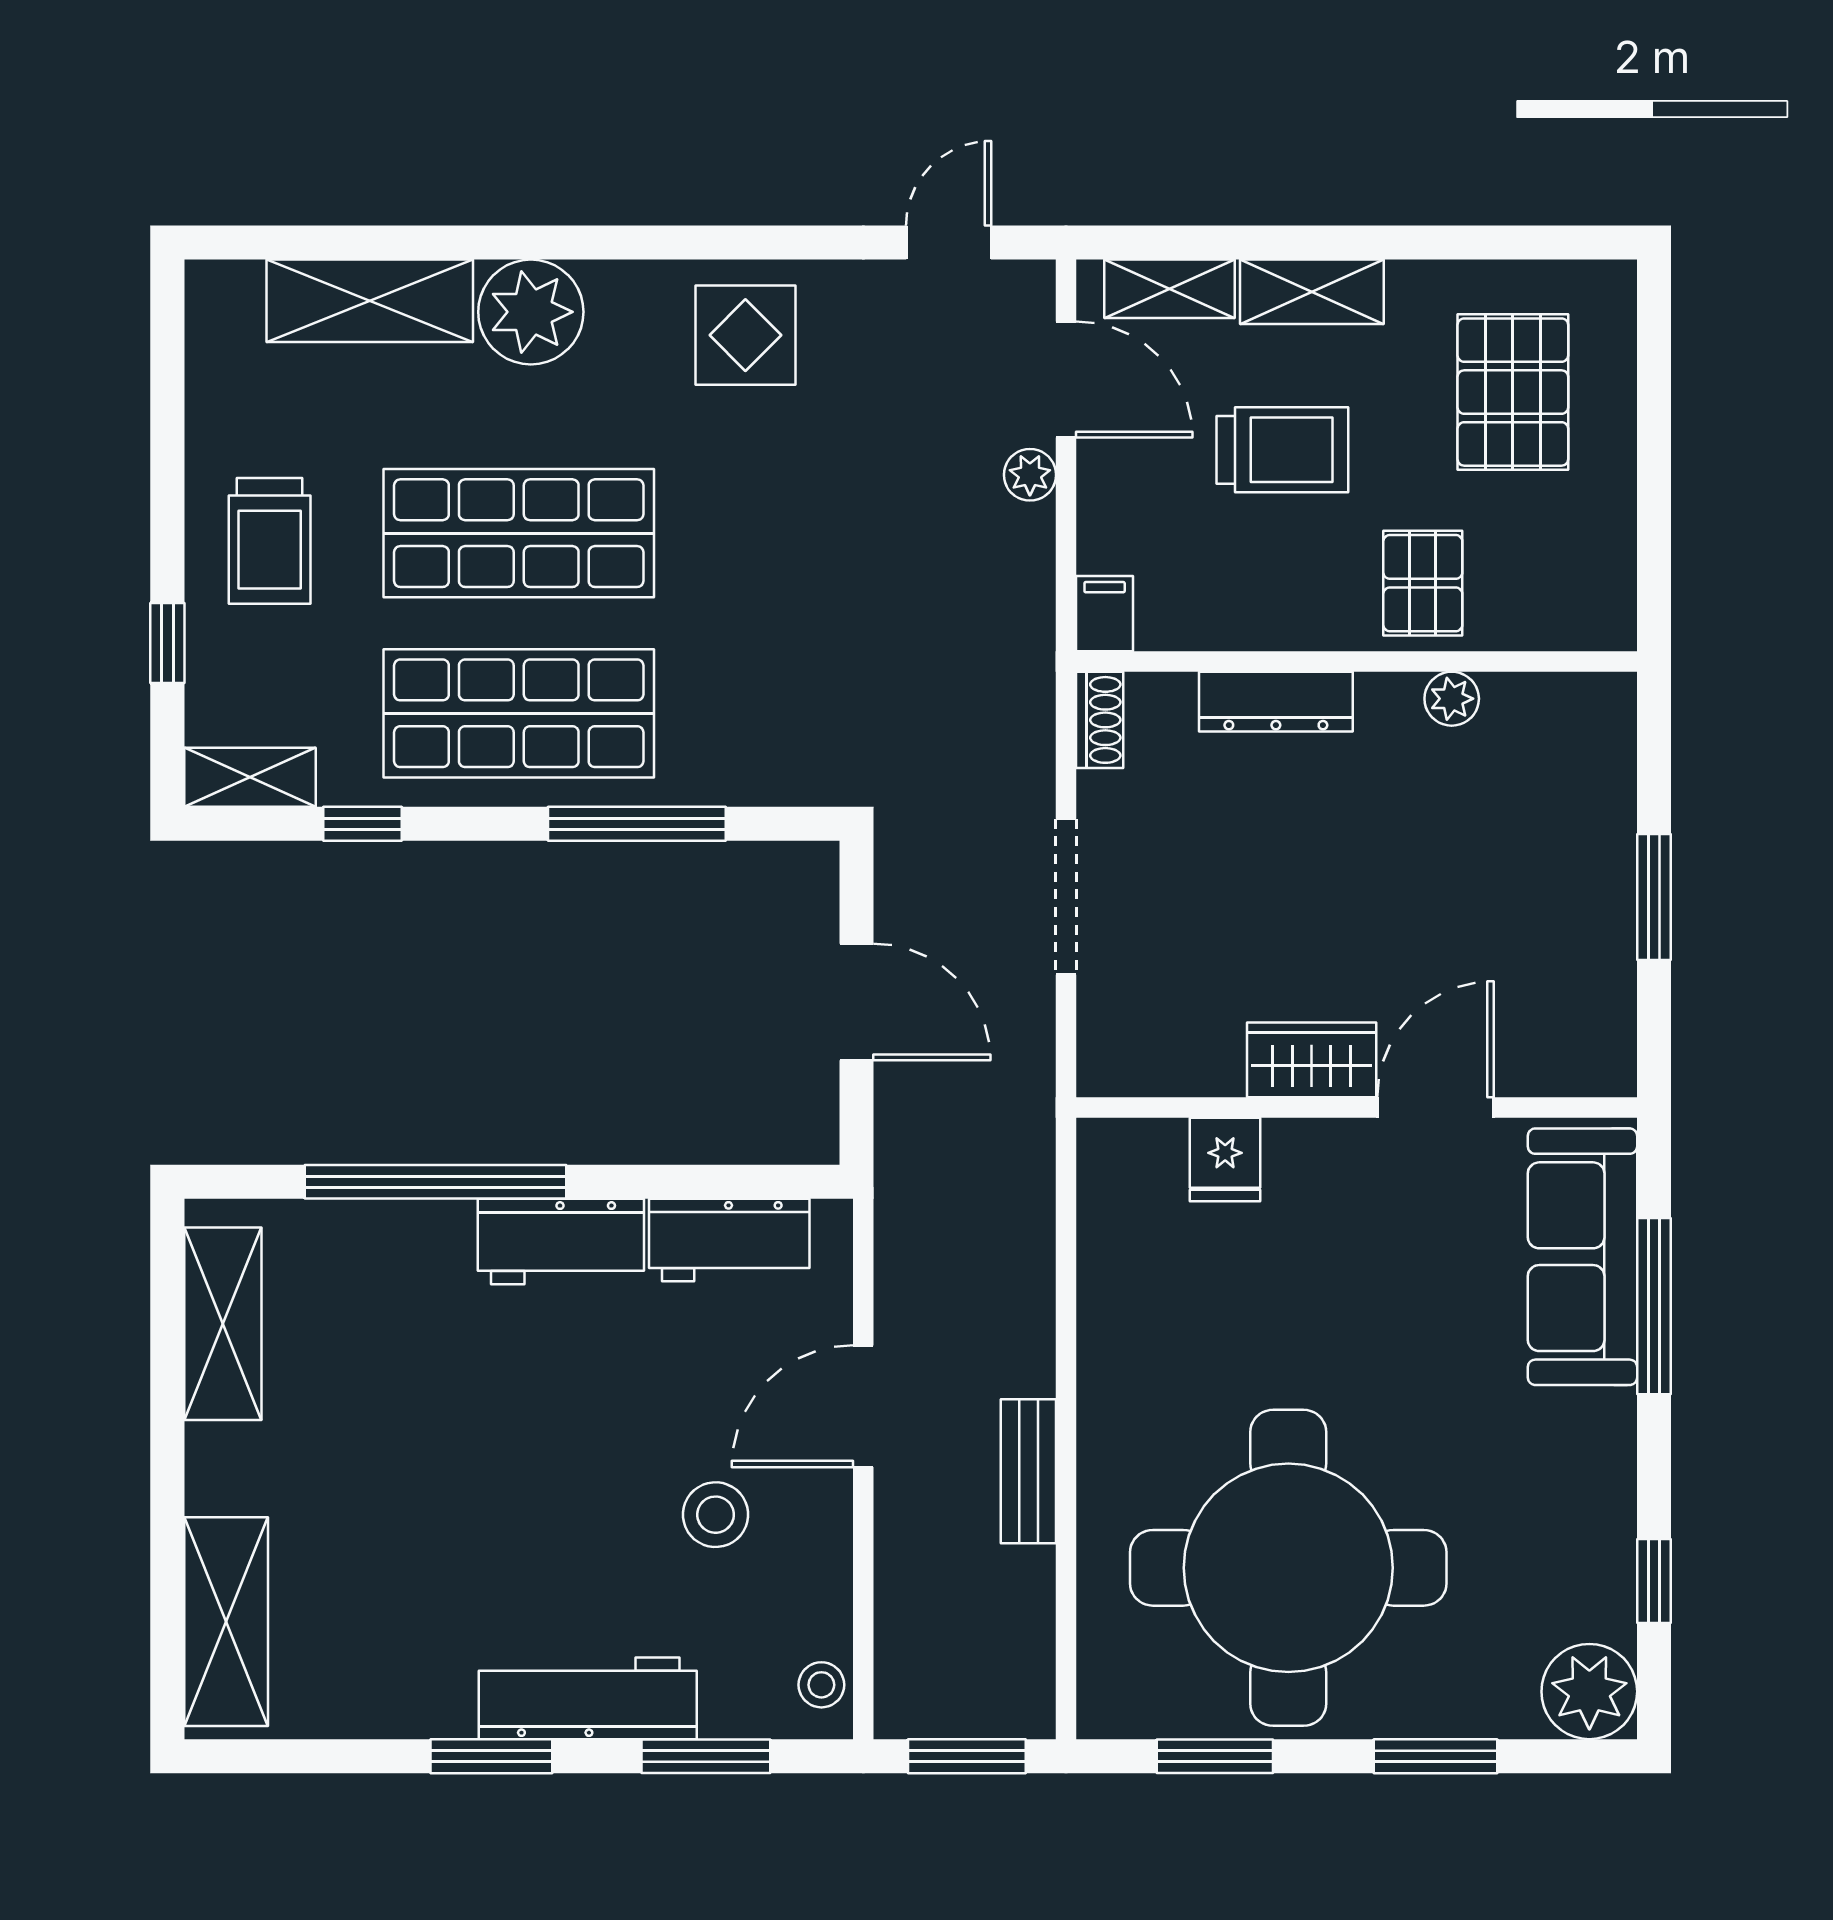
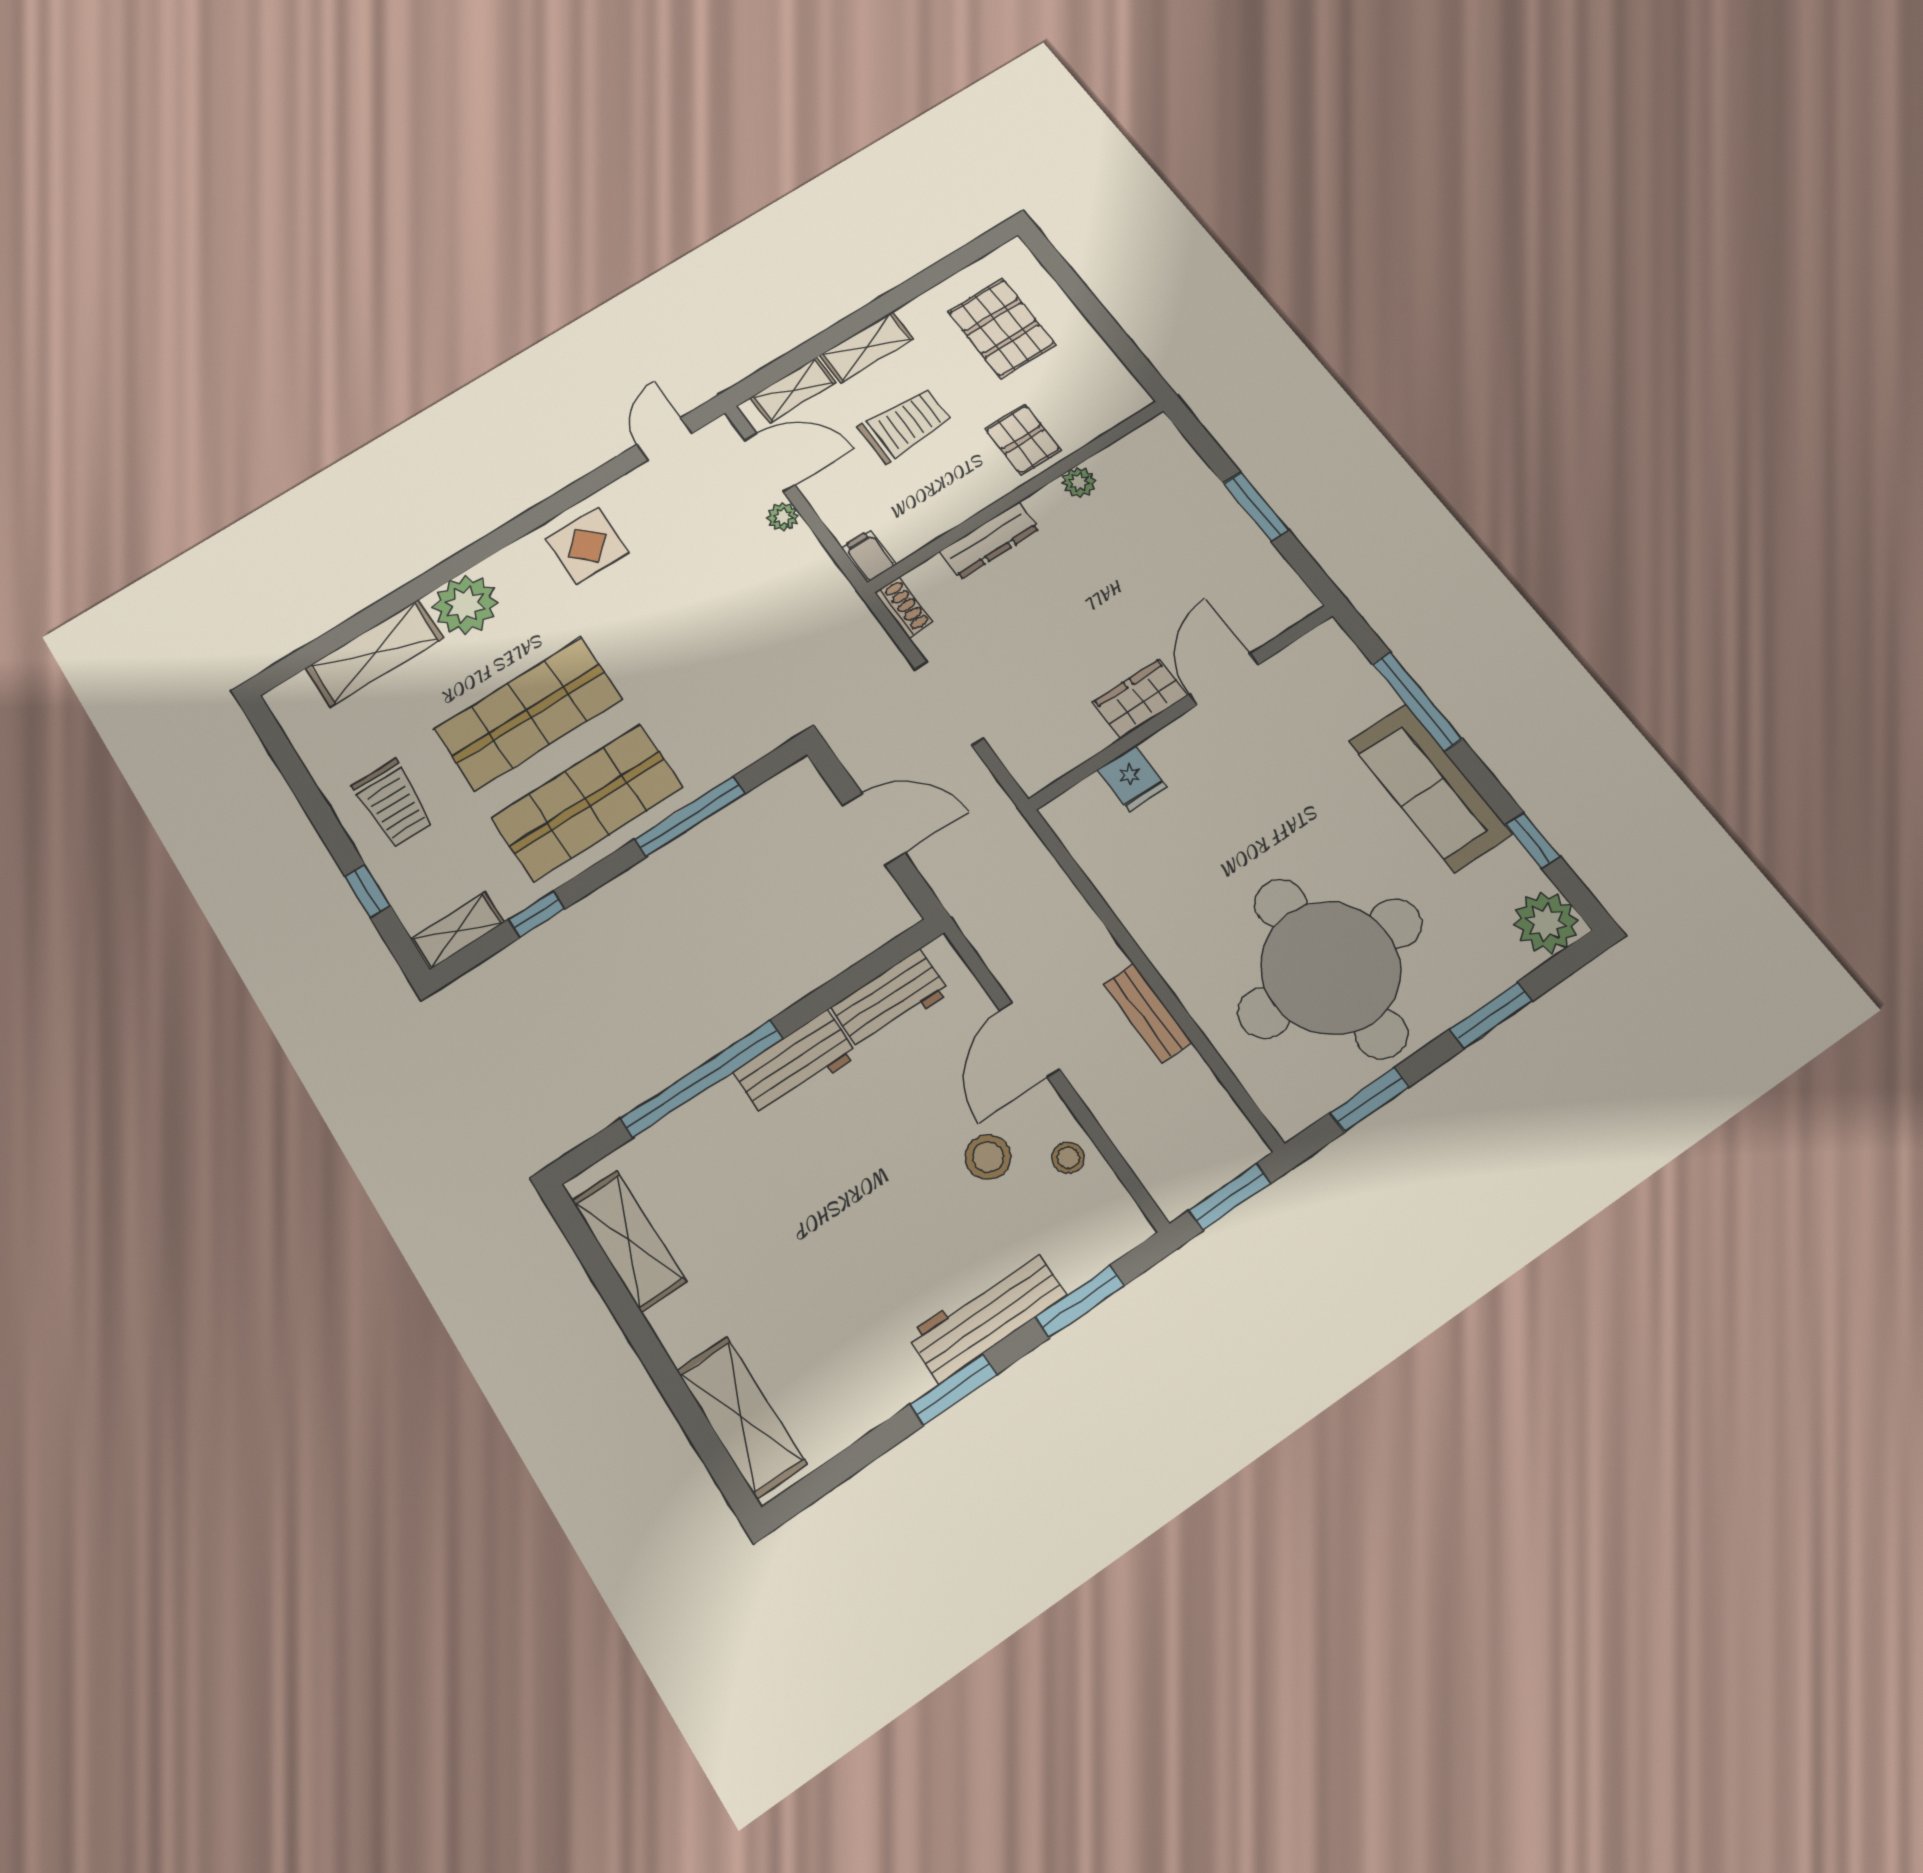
sofa: (1582, 1257) -> (1430, 787), moved
stool: (821, 1685) -> (1068, 1158), moved

